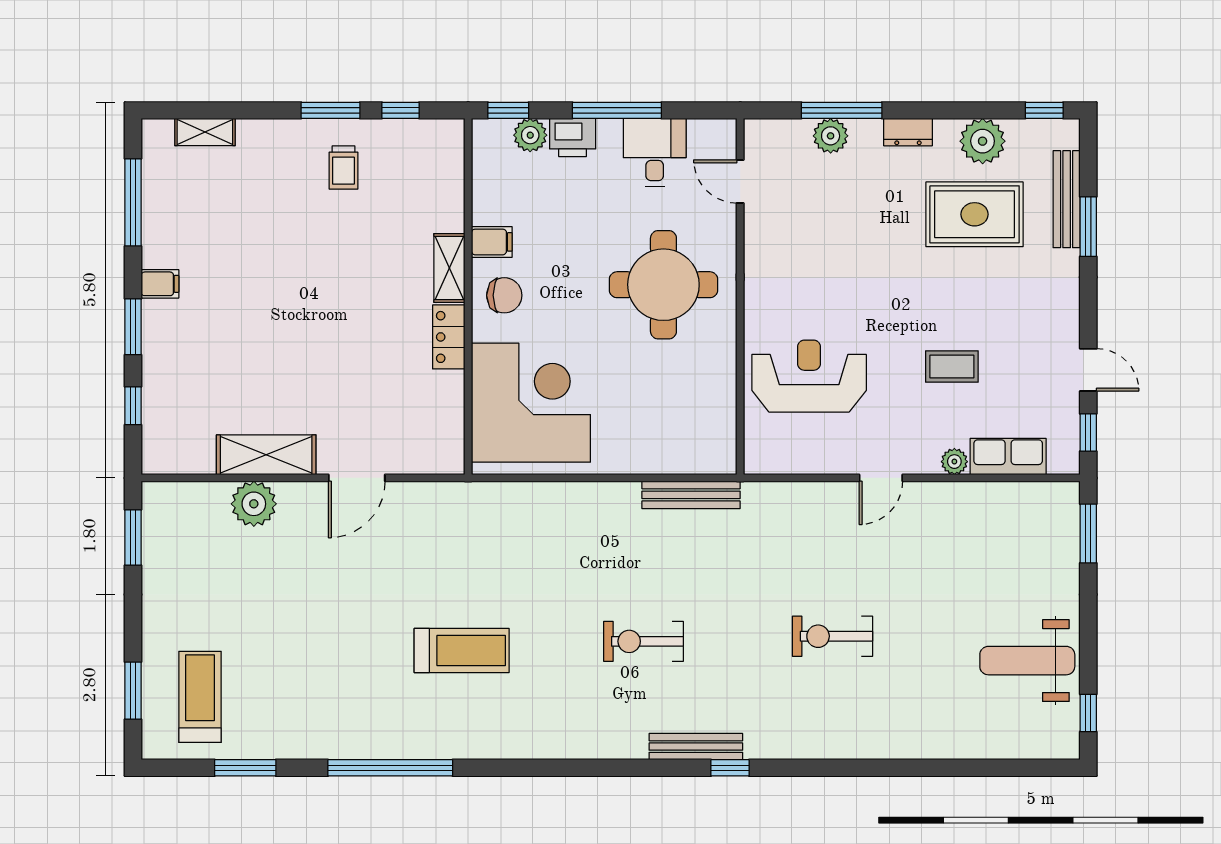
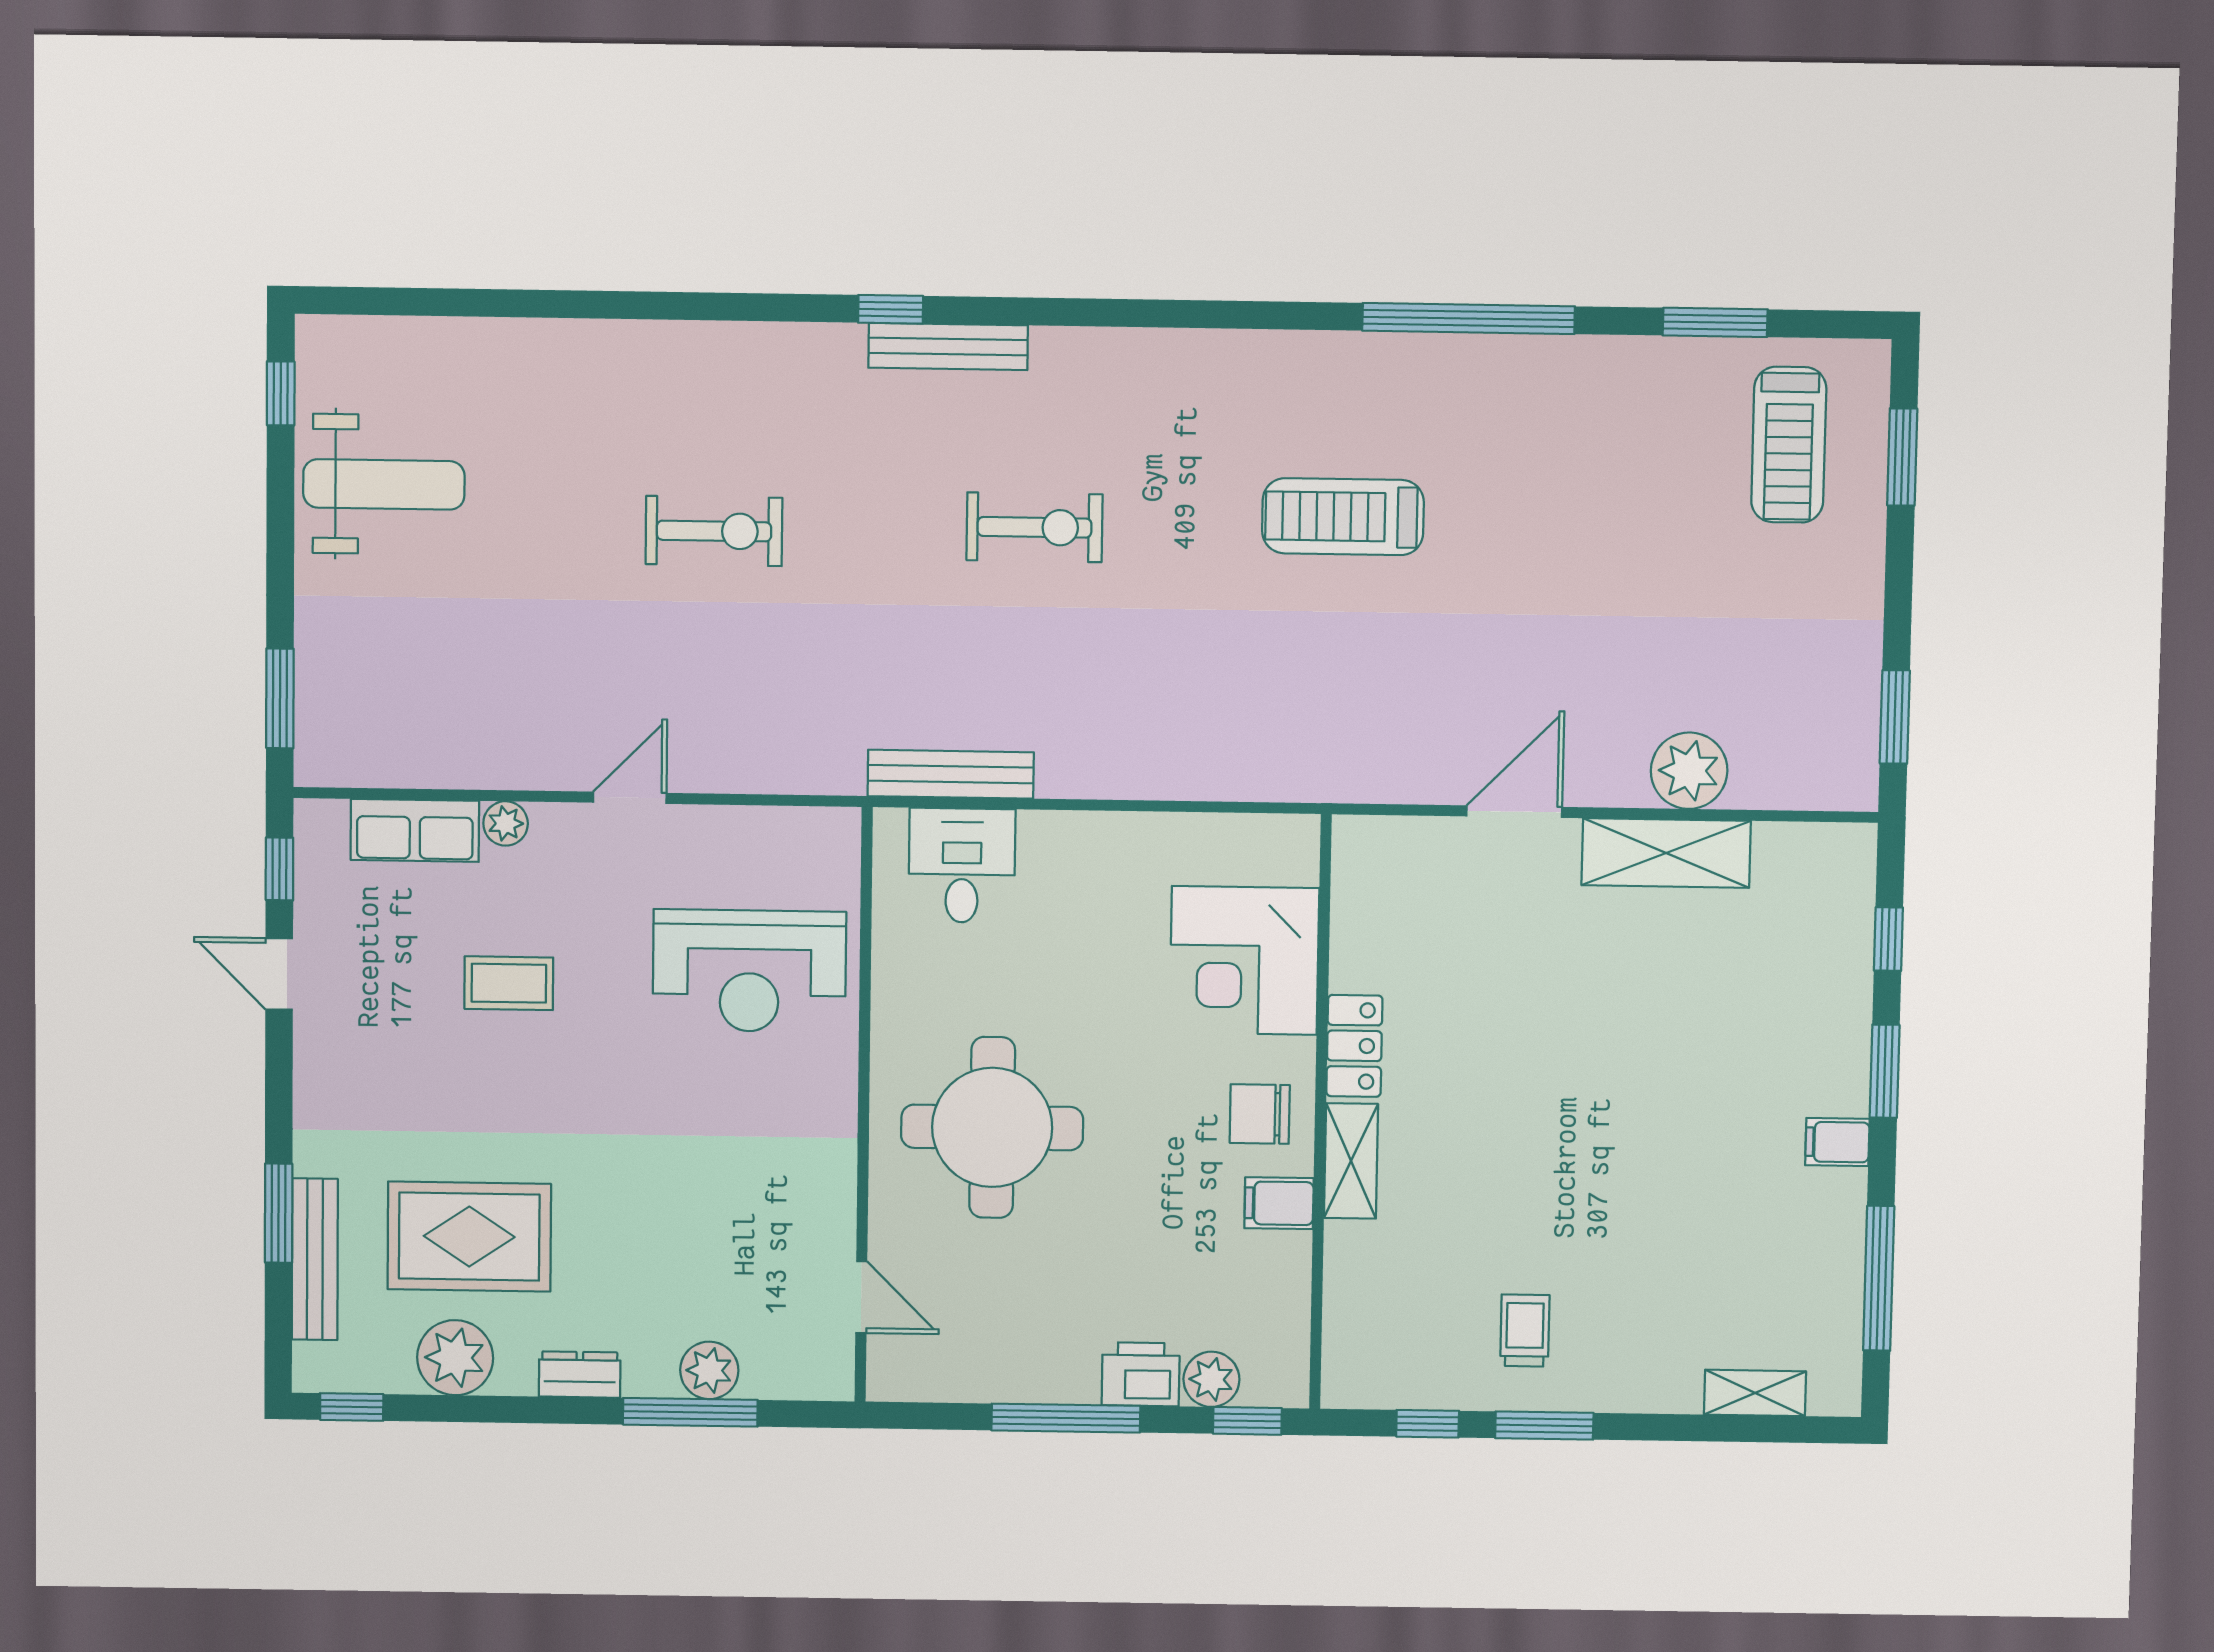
desk: (655, 152) -> (962, 865), moved, turned 180
corner desk: (531, 403) -> (1244, 960), width x0.74, depth x0.74

